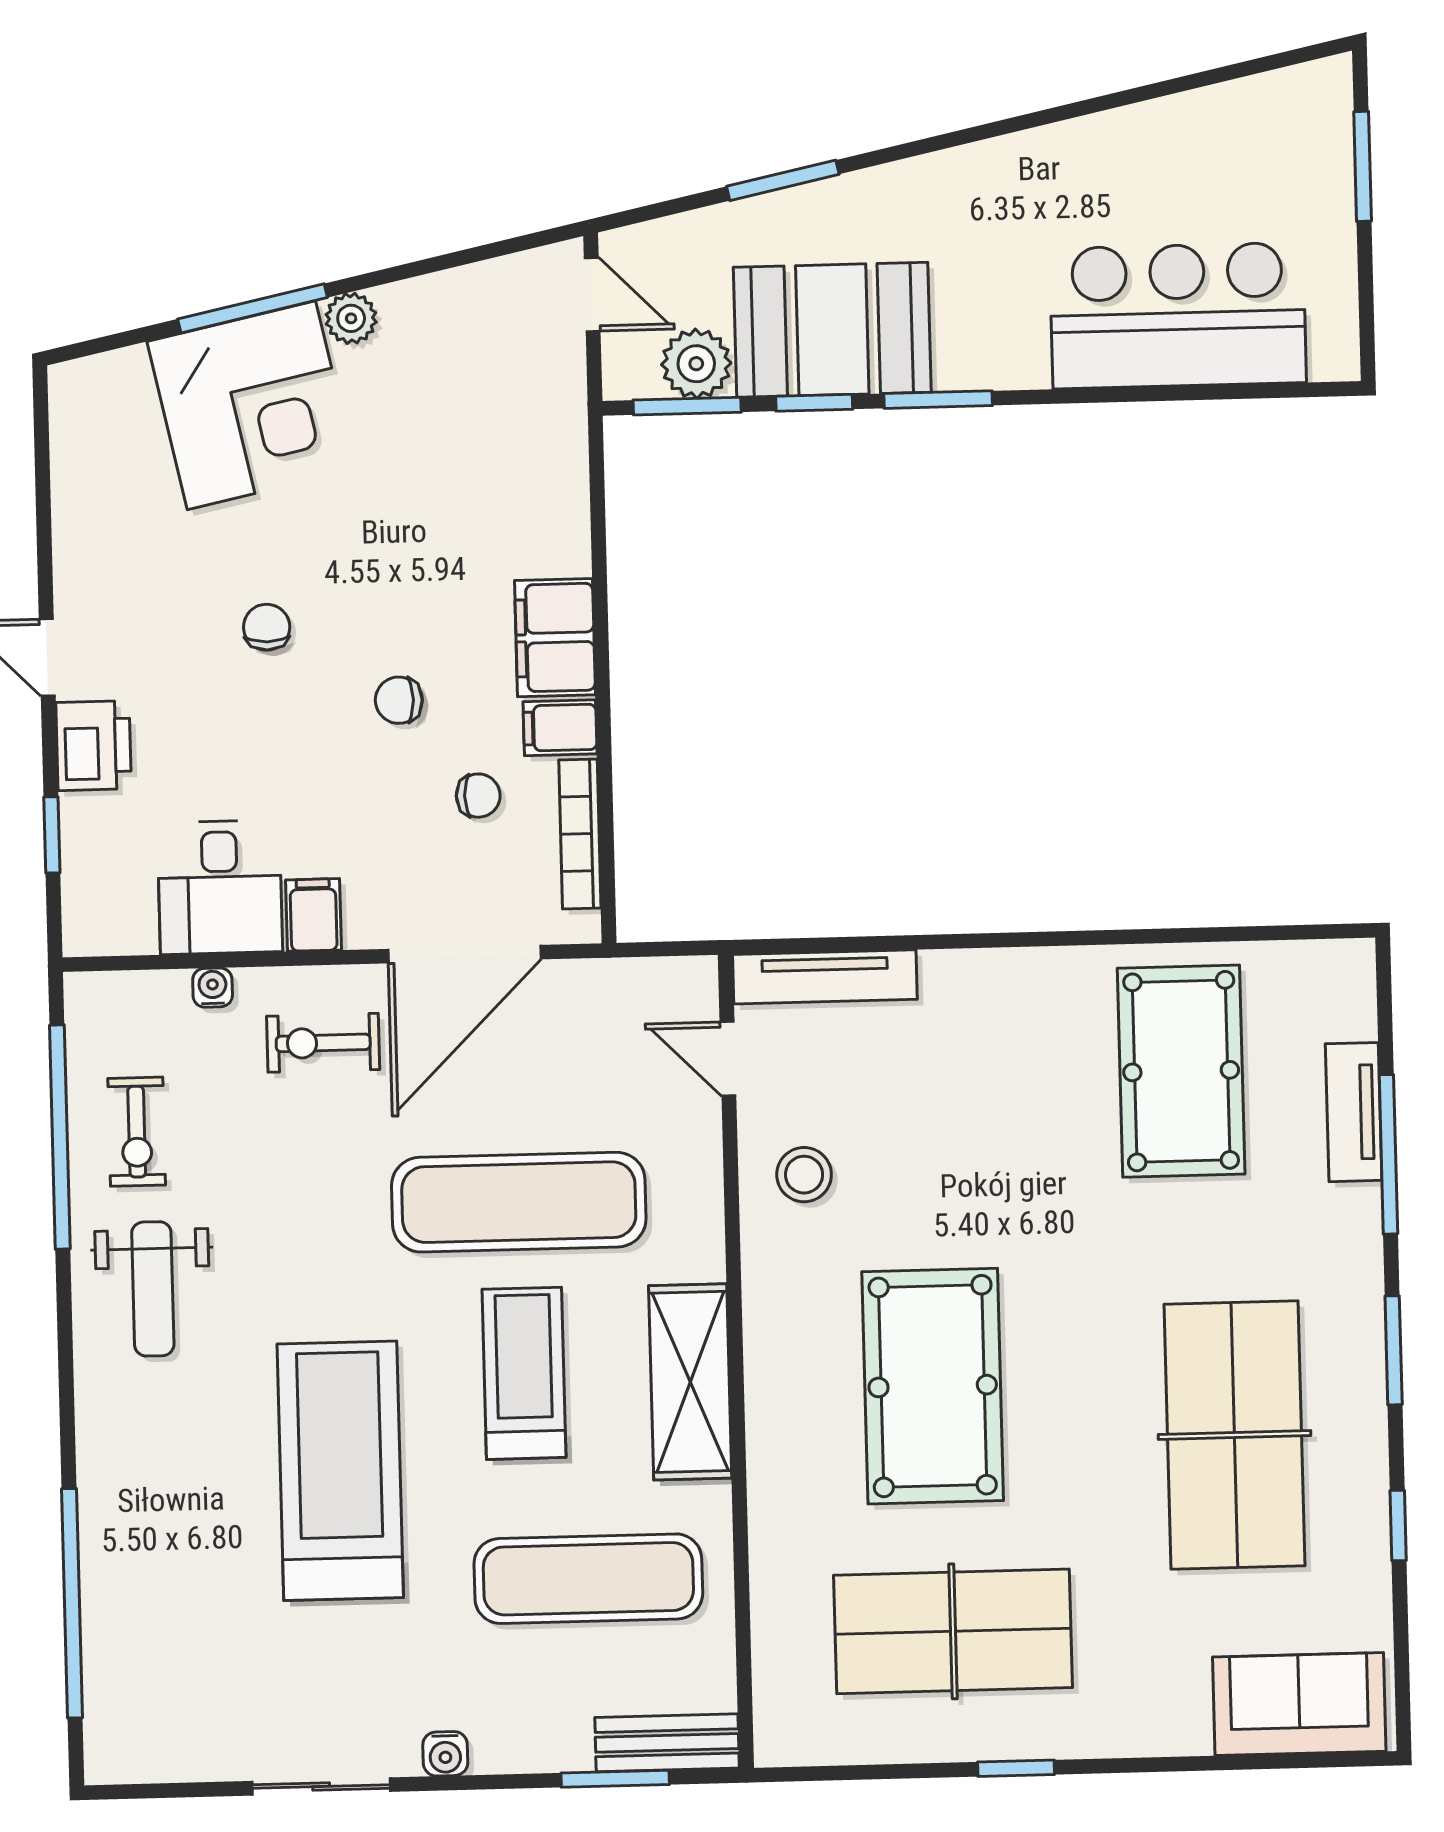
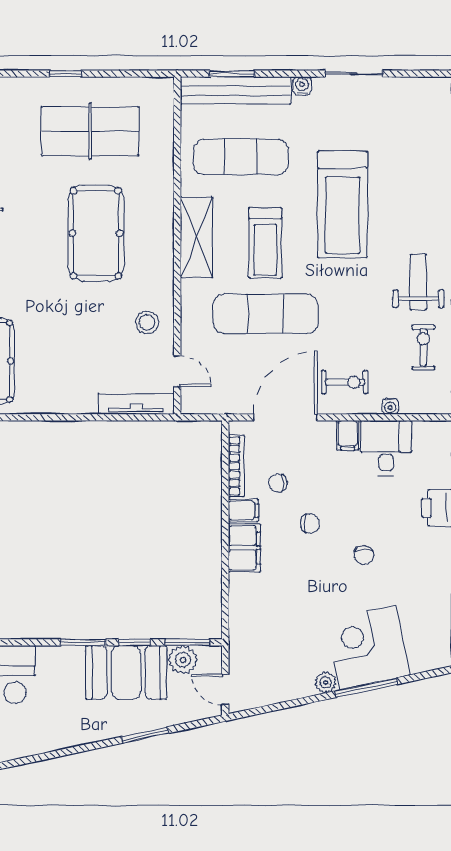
bench: (667, 1743) -> (236, 90), width x1.86, depth x1.21

